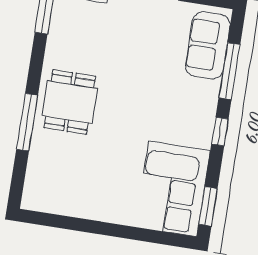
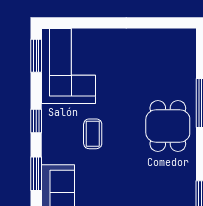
window: (229, 71) -> (36, 174), width x0.69
coffee table: (157, 107) -> (93, 134), added

